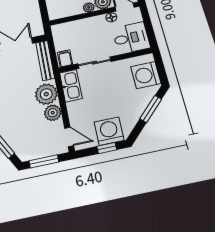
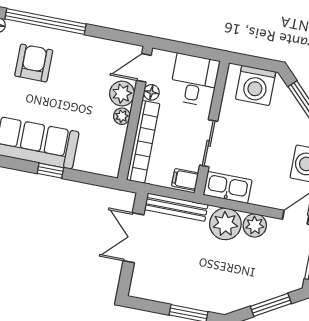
bookcase: (78, 25) -> (143, 142), added

